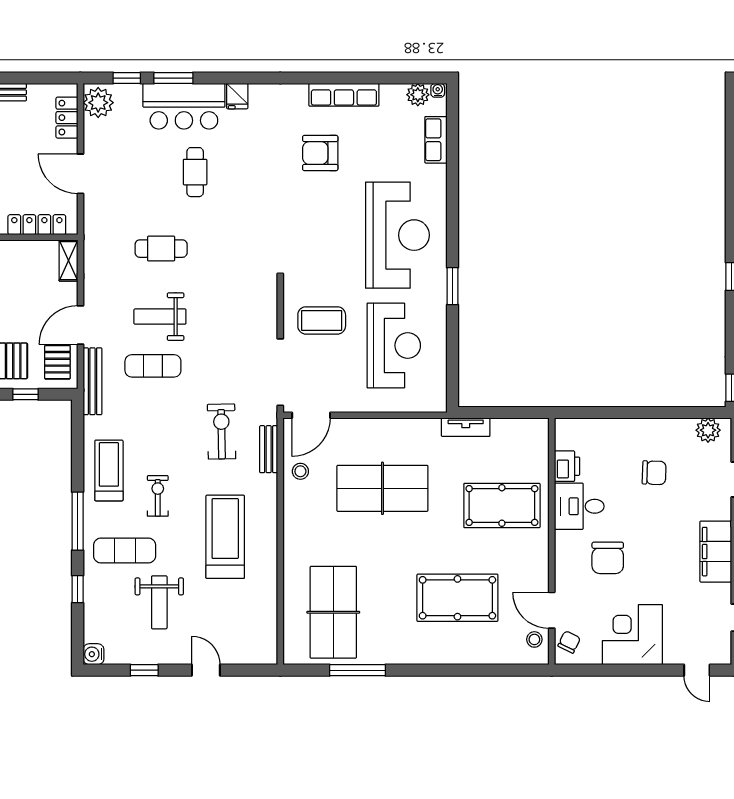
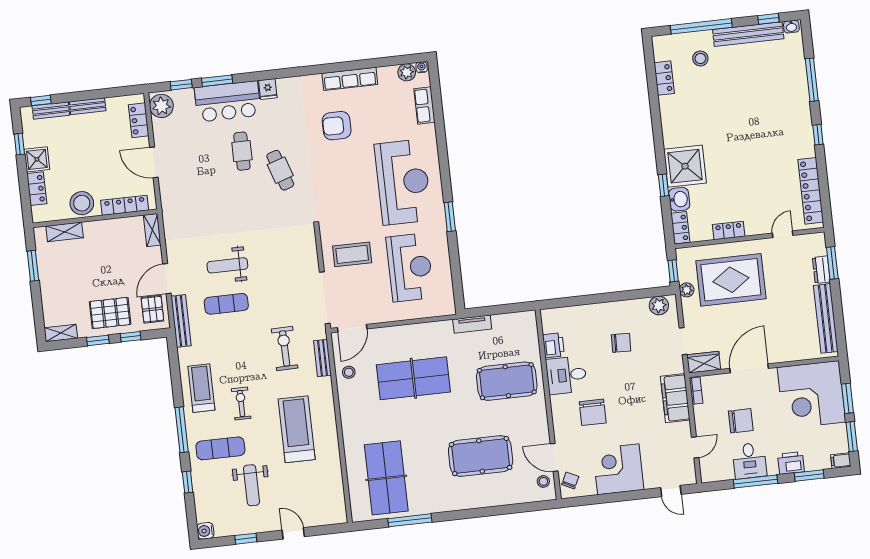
cafe table: (161, 249) -> (280, 170), moved, turned 72

